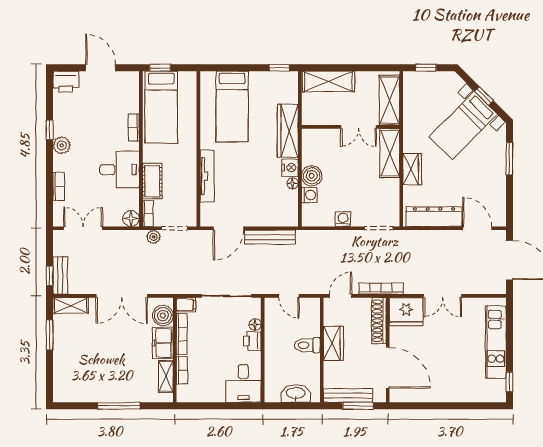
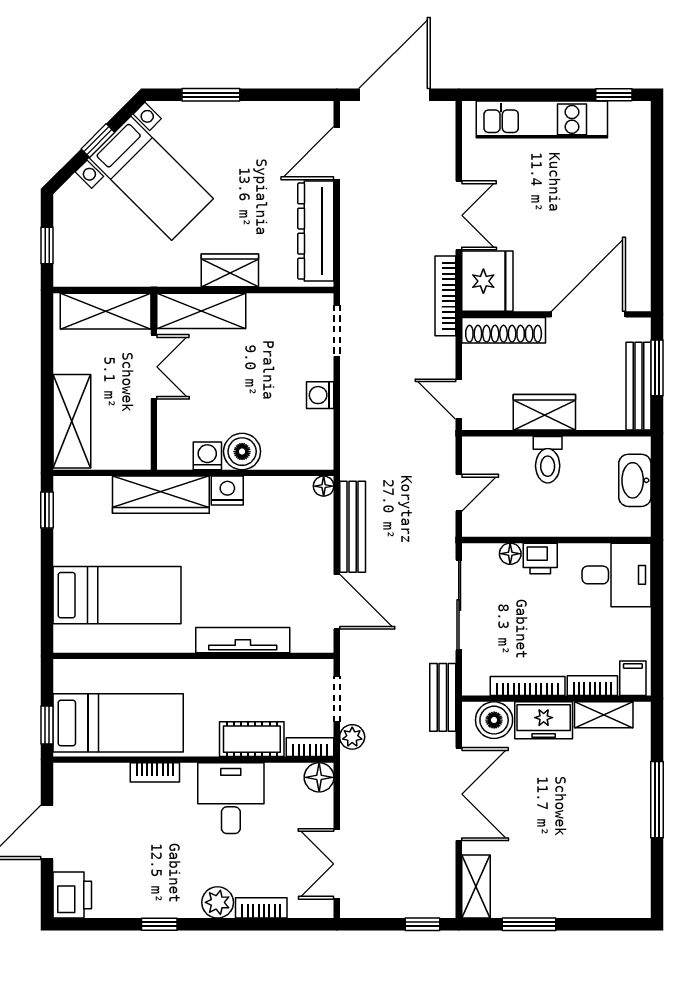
plant: (62, 145) -> (218, 902), moved
floor lamp: (293, 183) -> (324, 486), moved
washing machine: (309, 195) -> (207, 456), moved
bench: (60, 275) -> (443, 697), moved, turned 90
bookcase: (381, 289) -> (445, 296), moved
filing cabinet: (186, 305) -> (633, 678), moved

